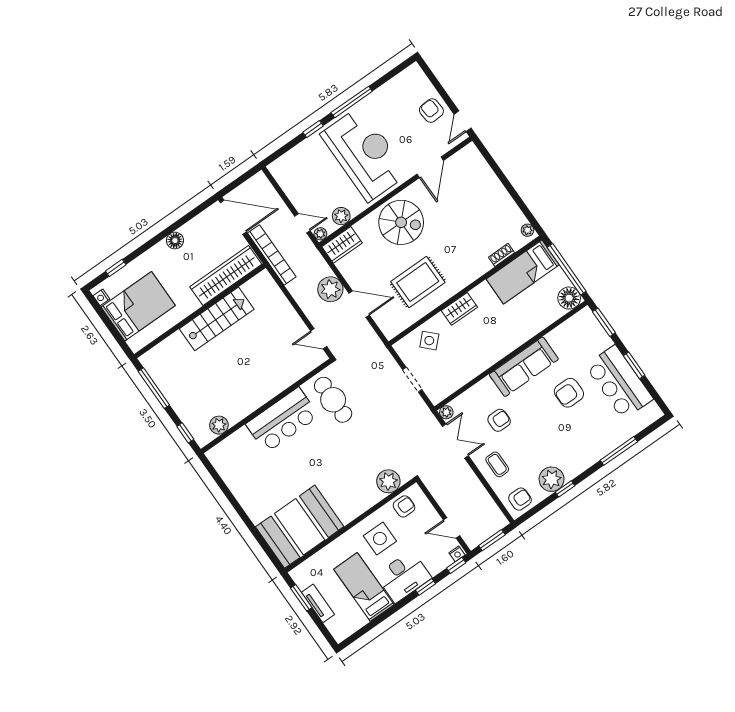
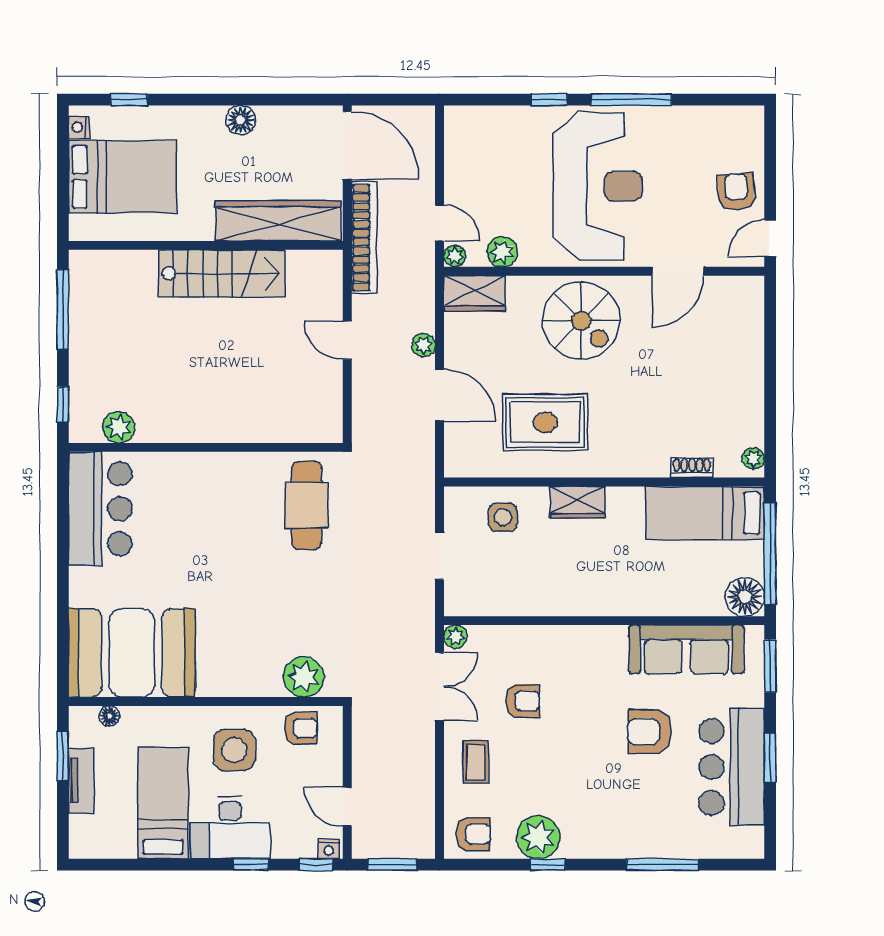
plant: (330, 289) -> (424, 345), width x0.53, depth x0.53
door: (319, 339) -> (347, 340), moved
side table: (429, 341) -> (503, 517), turned 45
sofa: (524, 367) -> (686, 649), moved
bar counter: (282, 420) -> (100, 509), moved, turned -90
floor lamp: (310, 564) -> (110, 716), added

